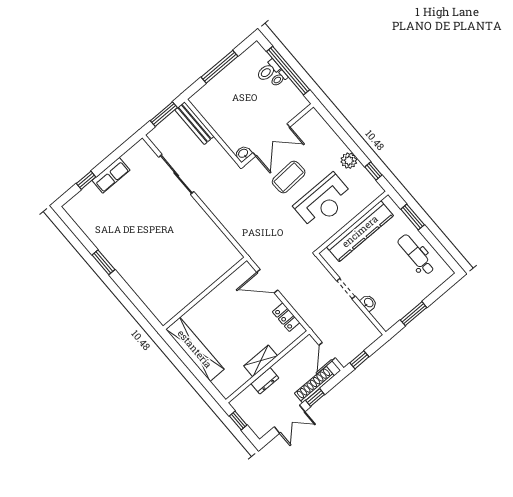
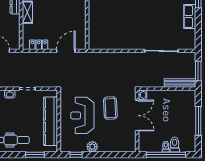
double door: (271, 140) -> (137, 116), swing flipped

